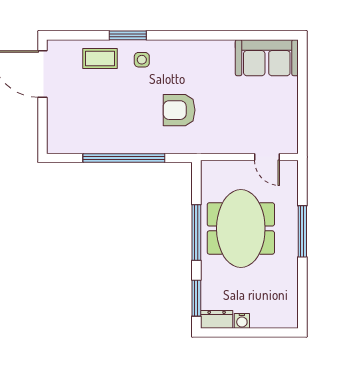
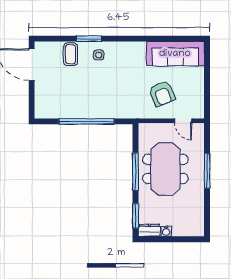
sofa: (267, 58) -> (175, 54), width x1.36
coffee table: (100, 59) -> (70, 54), turned 90
armchair: (179, 110) -> (162, 94), moved, turned -111

